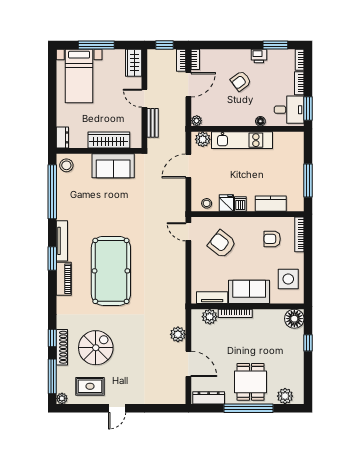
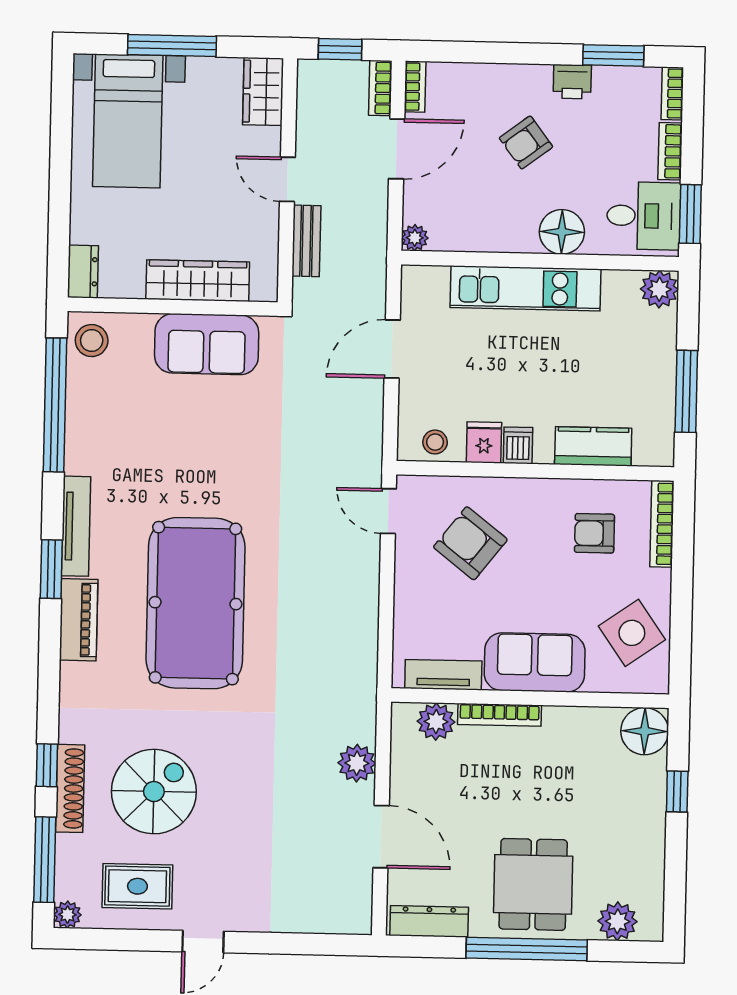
floor lamp: (260, 121) -> (562, 232), width x1.89, depth x1.89
plant: (203, 139) -> (659, 289), moved
side table: (288, 279) -> (632, 633), turned -35

